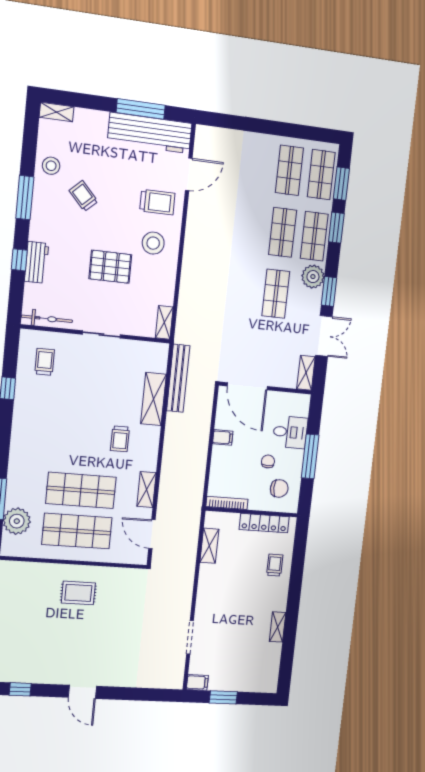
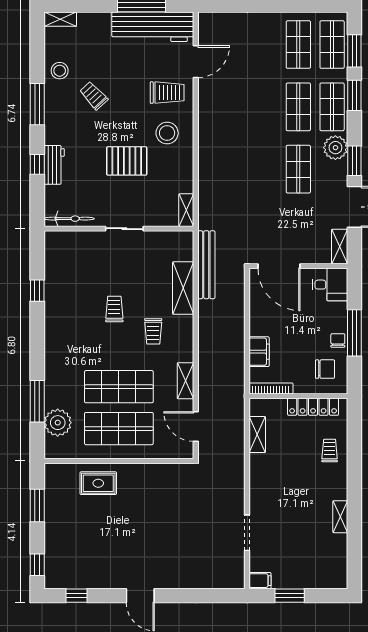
trolley: (45, 362) -> (114, 309), moved
desk: (290, 432) -> (330, 285), moved
filing cabinet: (223, 437) -> (259, 352), moved, width x2.00
chair: (268, 461) -> (338, 340), moved
rug: (78, 593) -> (98, 483), moved

